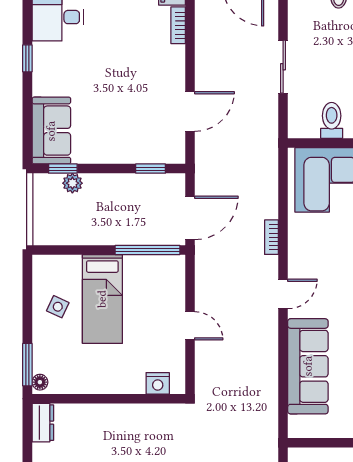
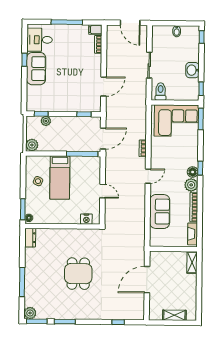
toilet: (332, 120) -> (161, 91), moved
sofa: (51, 131) -> (36, 69), moved
plant: (45, 233) -> (32, 145), added
sofa: (308, 366) -> (160, 212), width x0.73

